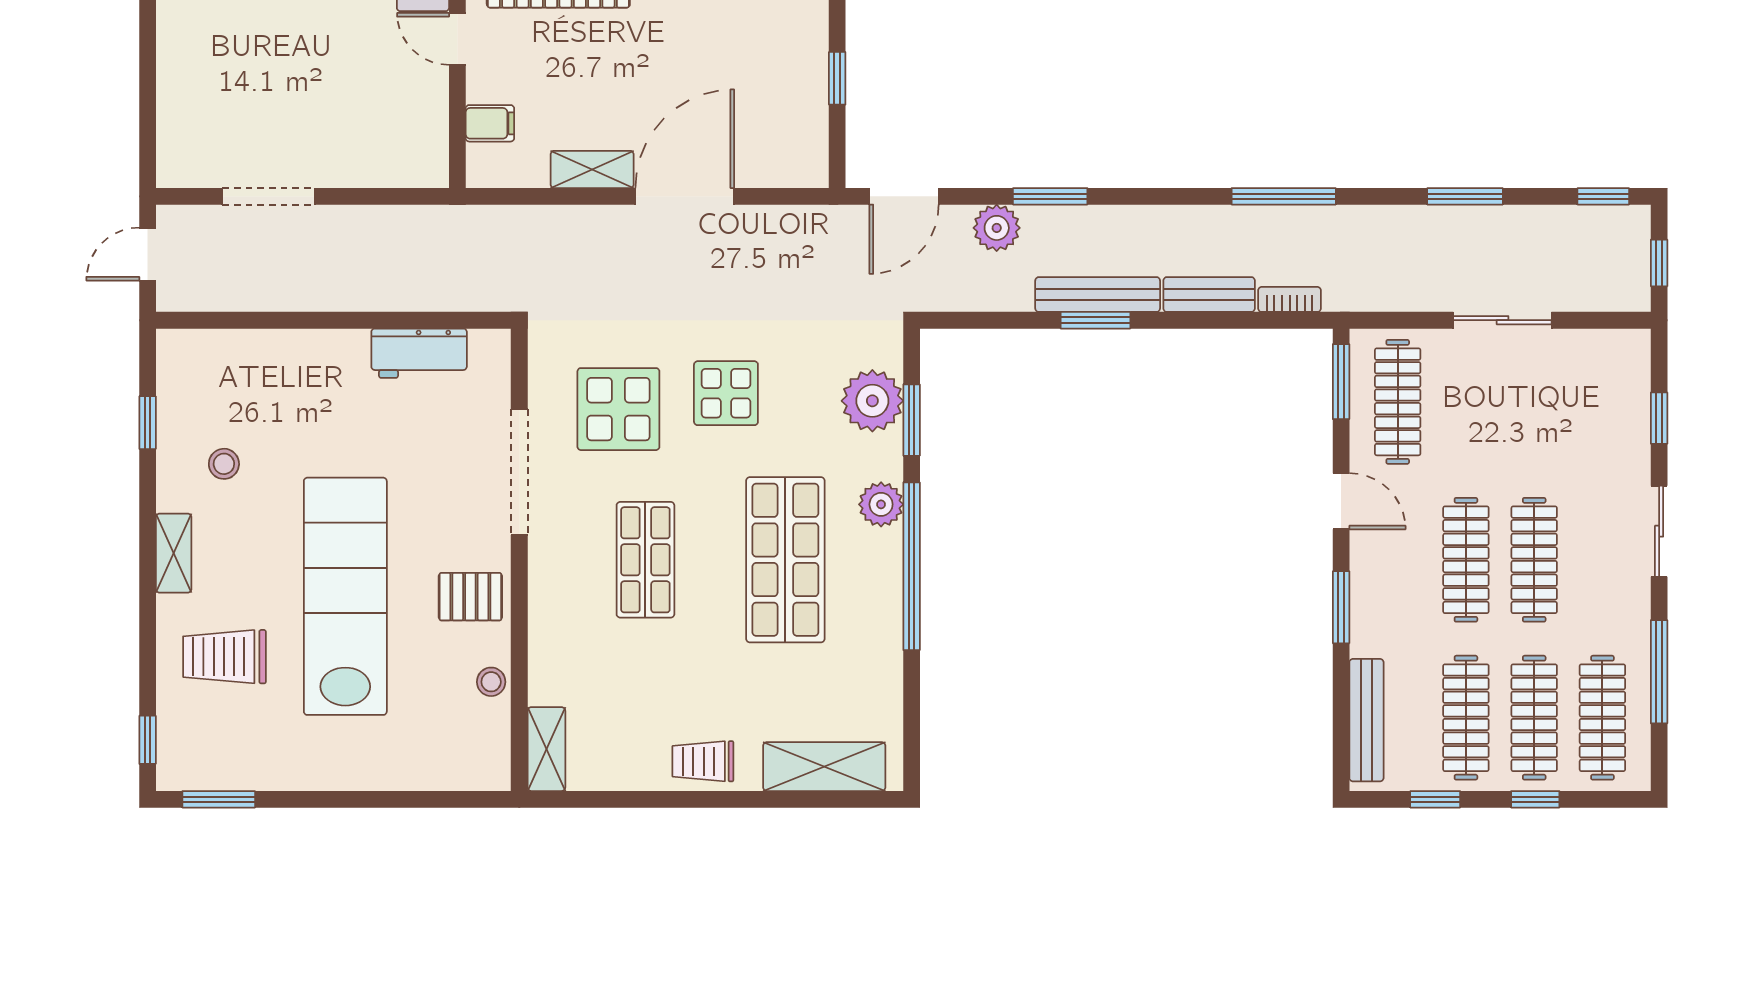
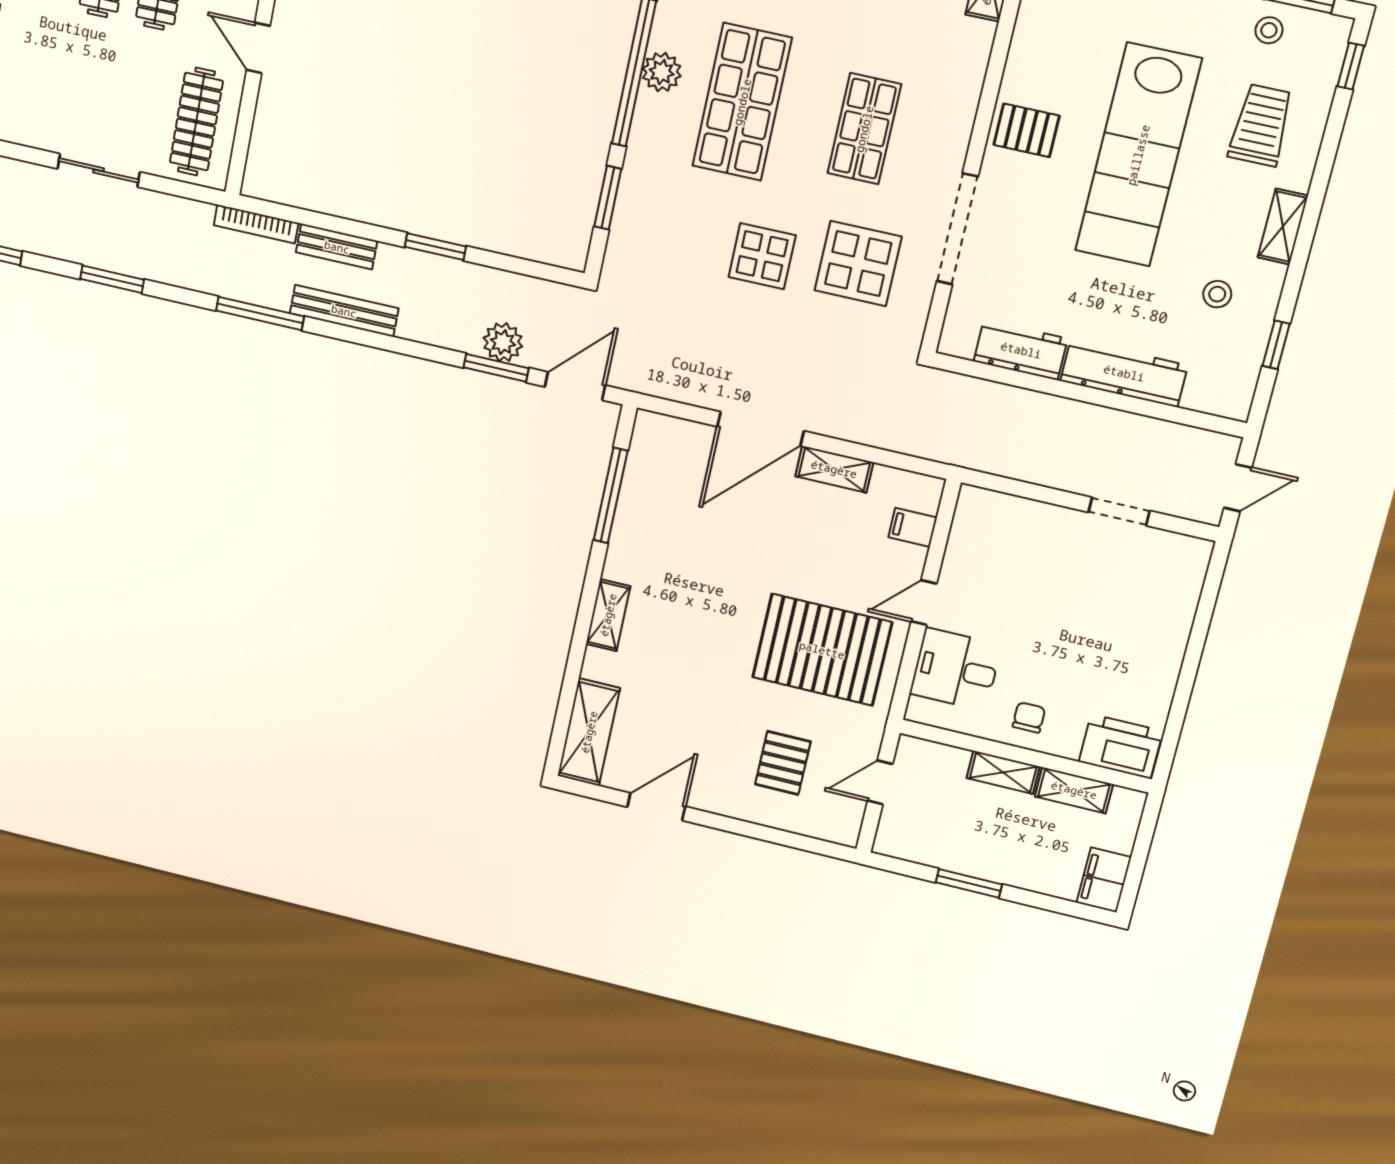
door: (457, 39) -> (924, 603), swing flipped
window: (837, 78) -> (611, 495), width x2.17
doorway: (268, 196) -> (1119, 512), width x0.73
window: (1050, 196) -> (496, 368), moved
bench: (1098, 295) -> (344, 311), moved
bookcase: (1290, 299) -> (256, 224), width x1.56
workbench: (302, 353) -> (1124, 373), added
window: (1341, 382) -> (240, 149), removed
plant: (872, 401) -> (638, 222), removed
plant: (881, 504) -> (662, 72), moved
trolley: (224, 657) -> (1261, 125), turned -90
stool: (491, 682) -> (1269, 30), moved

